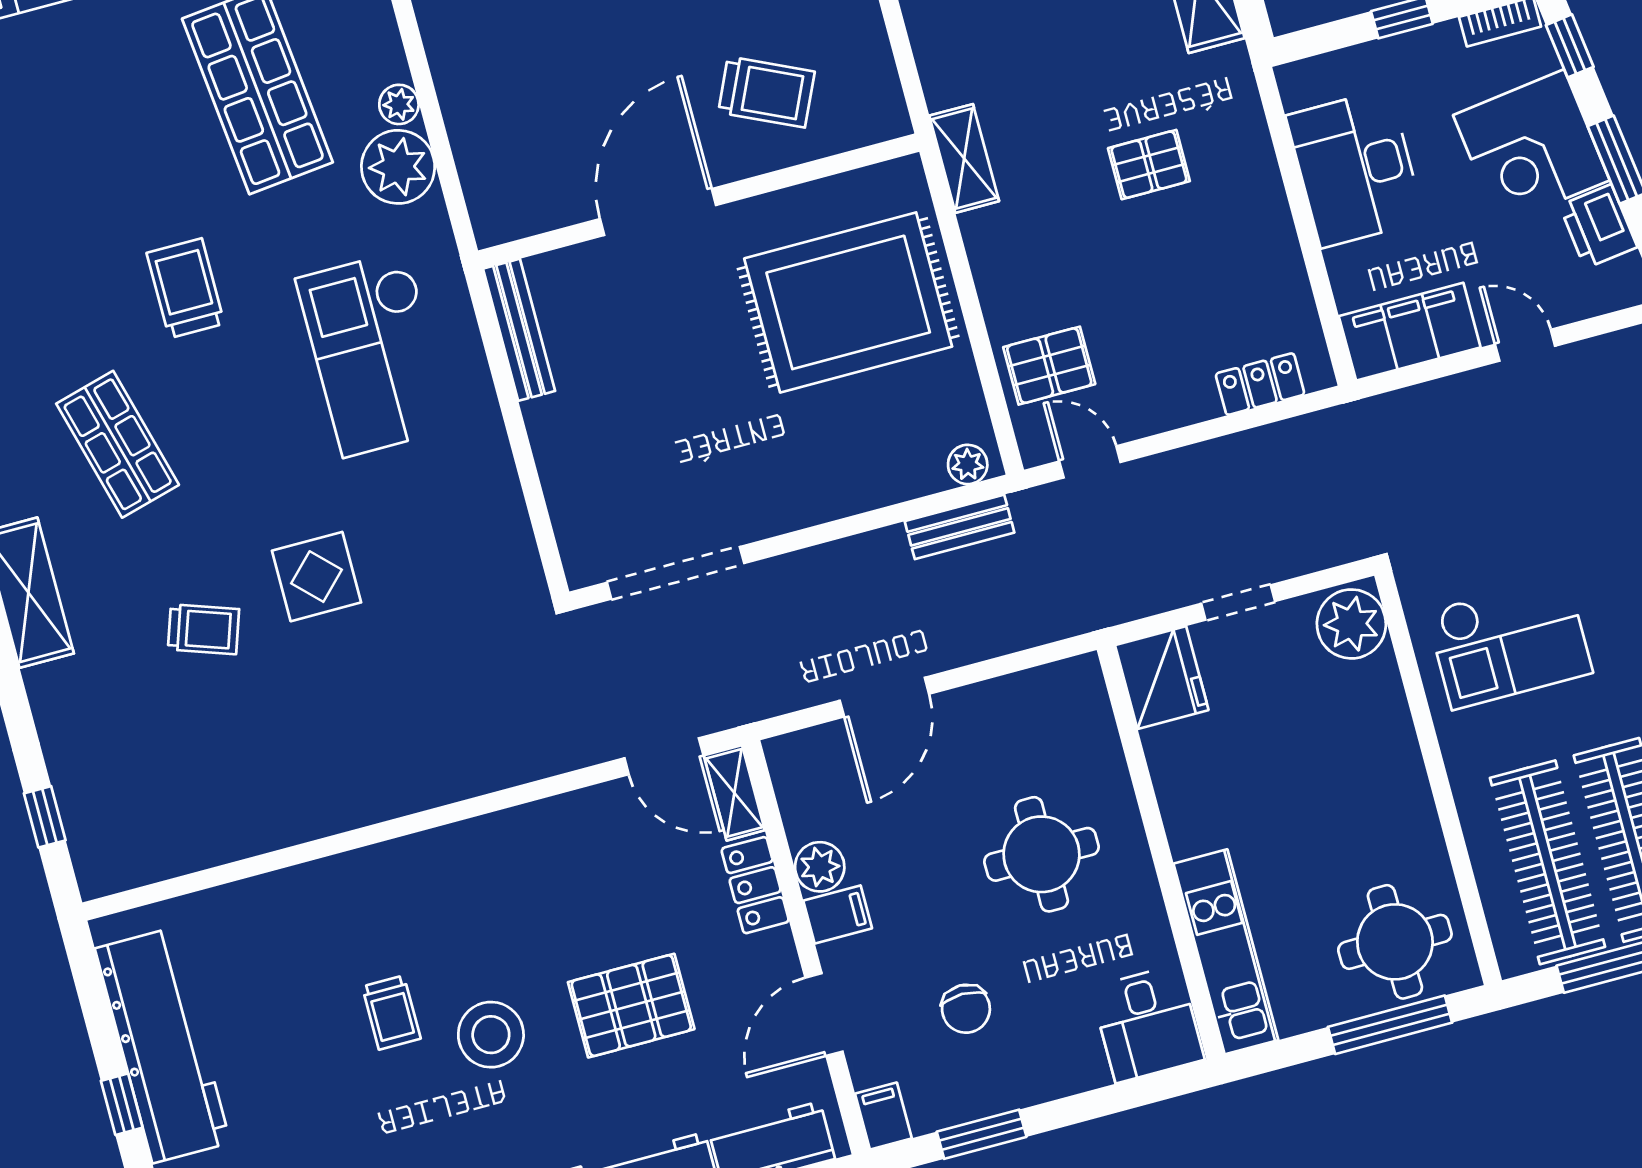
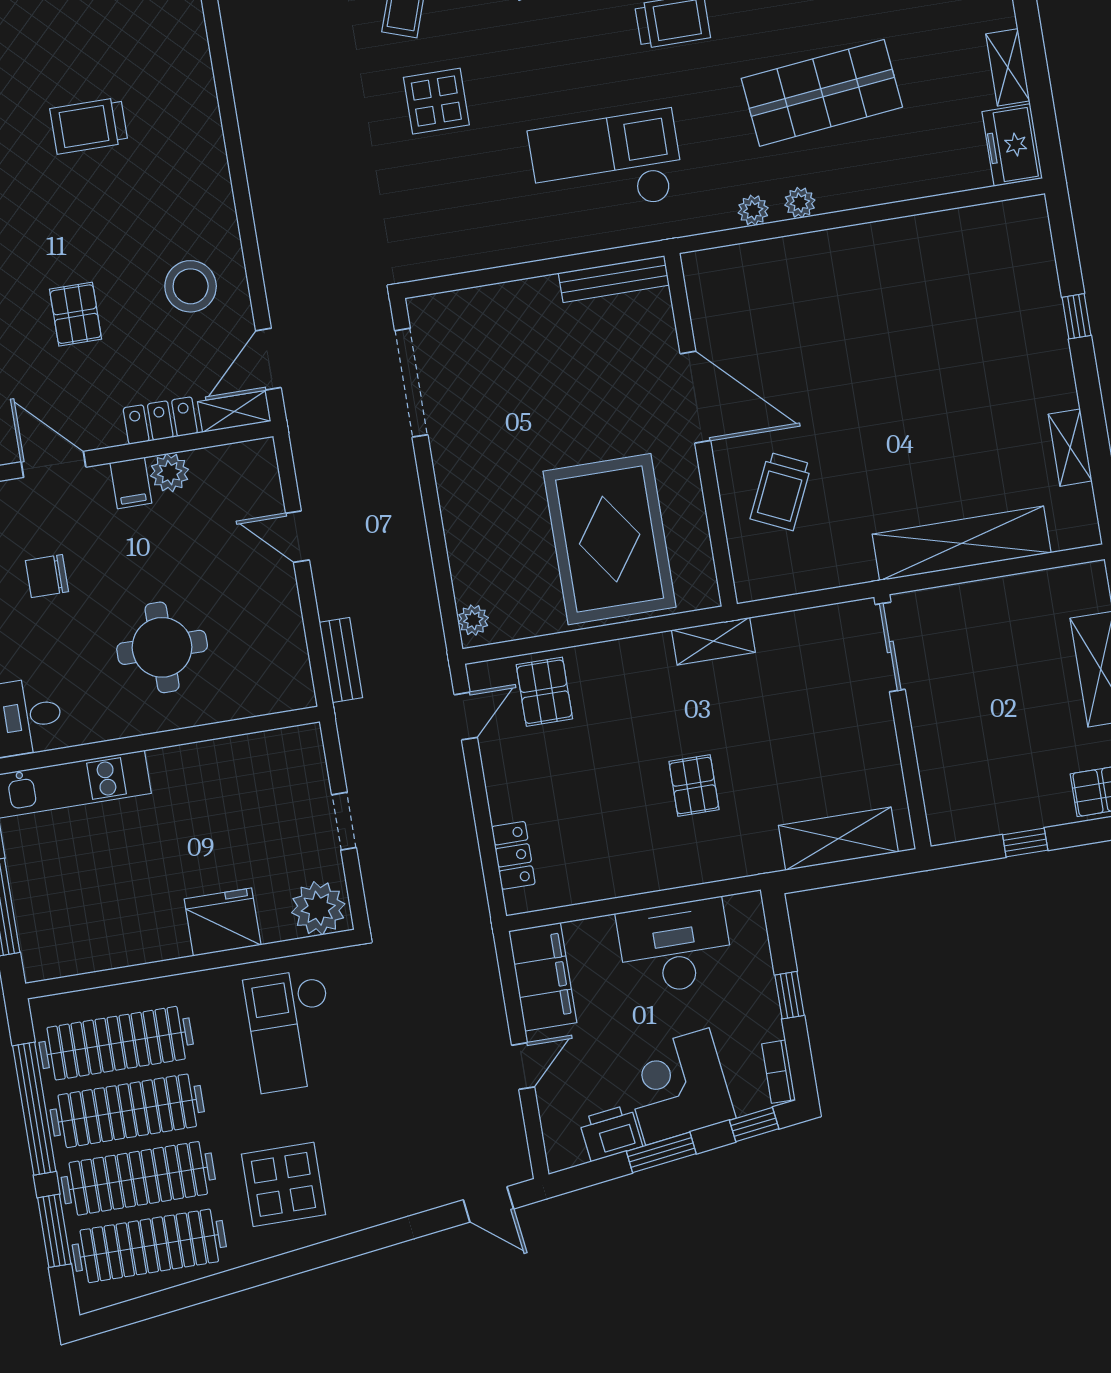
plant: (398, 167) -> (753, 210), width x0.53, depth x0.53
bench: (959, 527) -> (341, 660), moved
fridge: (1162, 678) -> (223, 922), moved, turned 180
door: (884, 697) -> (297, 537), width x0.73
round table: (1395, 942) -> (66, 917), removed
pallet: (631, 1006) -> (76, 314), width x0.67, depth x0.71
trolley: (391, 1013) -> (89, 126), width x1.36, depth x1.39
stool: (491, 1035) -> (191, 286), moved

